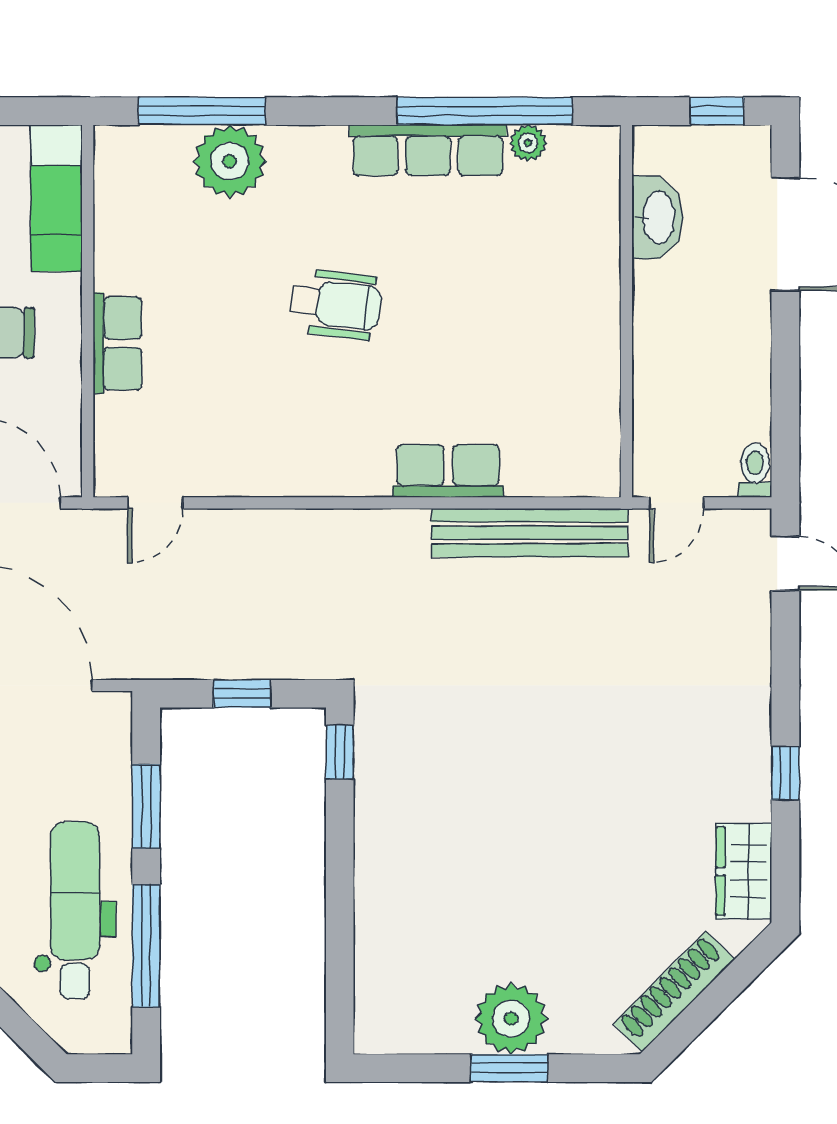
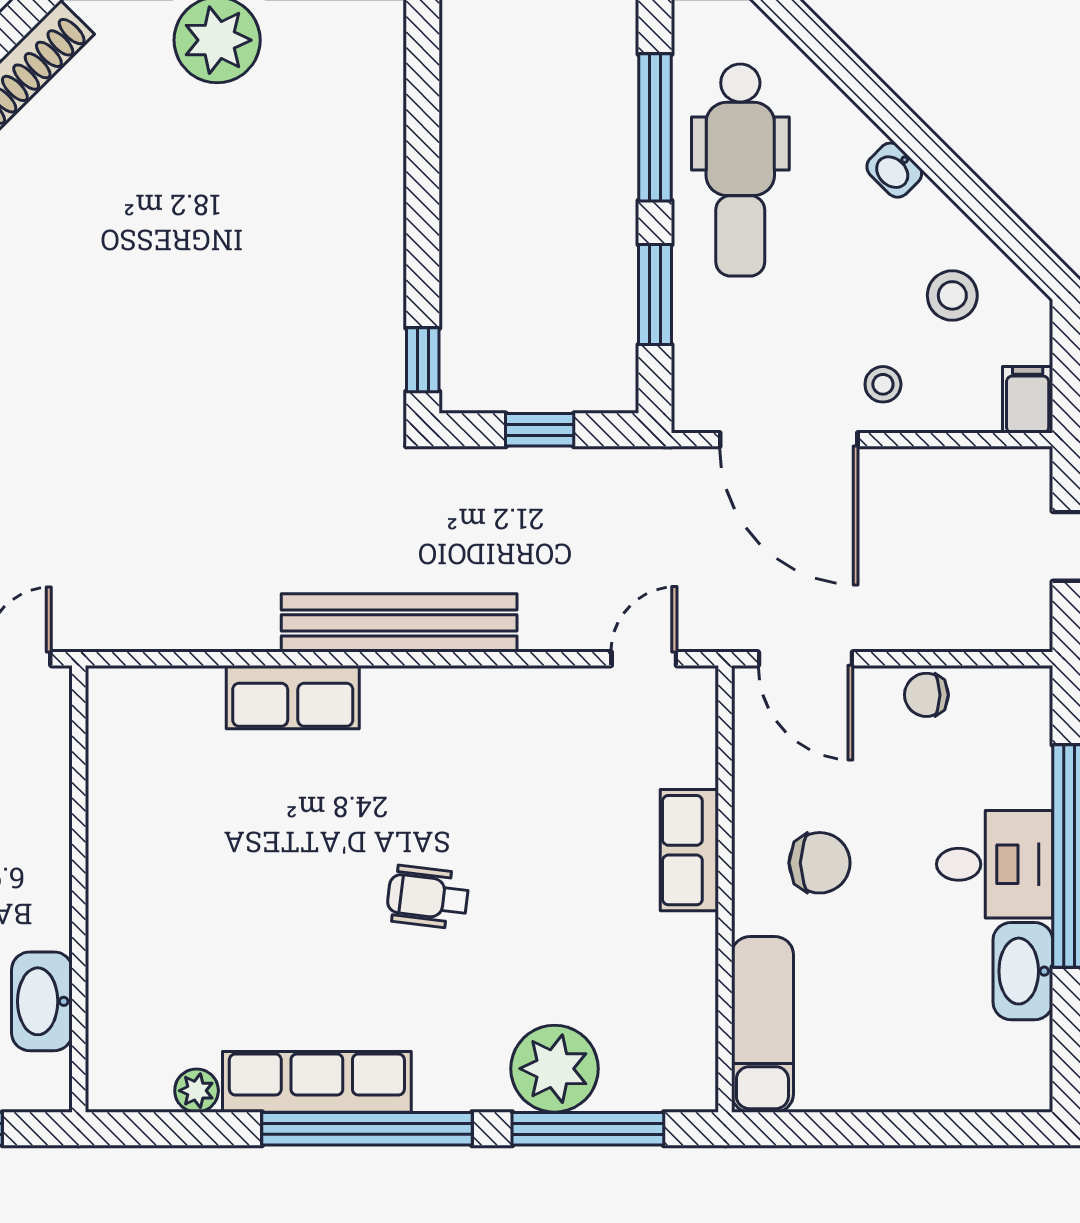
window: (485, 111) -> (367, 1129), moved
wheelchair: (336, 304) -> (428, 897), width x0.73, depth x0.73
bench: (530, 533) -> (399, 623), moved

